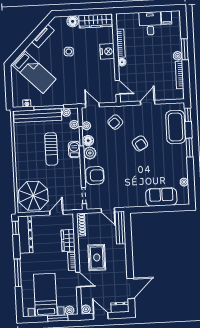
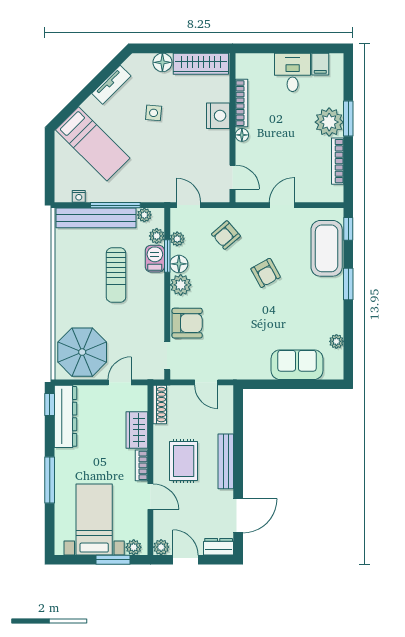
plant: (178, 56) -> (329, 122), width x1.88, depth x1.88
barbecue: (74, 150) -> (155, 259), moved
bench: (120, 228) -> (226, 461), moved

